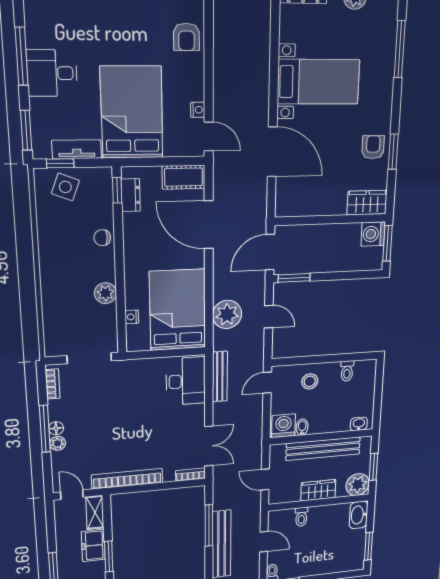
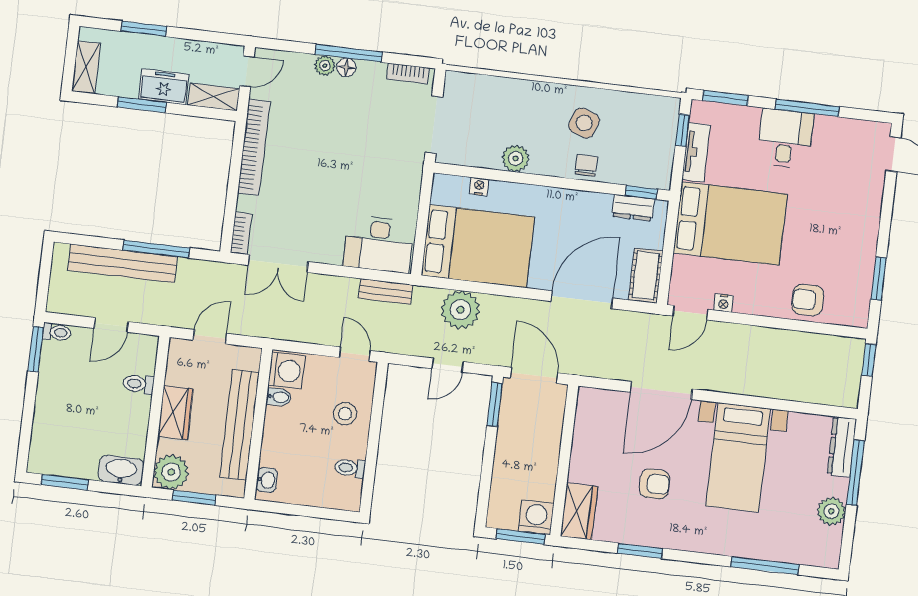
armchair: (373, 147) -> (655, 484), moved
side table: (65, 187) -> (584, 123), moved
bench: (220, 377) -> (386, 291), width x0.73

